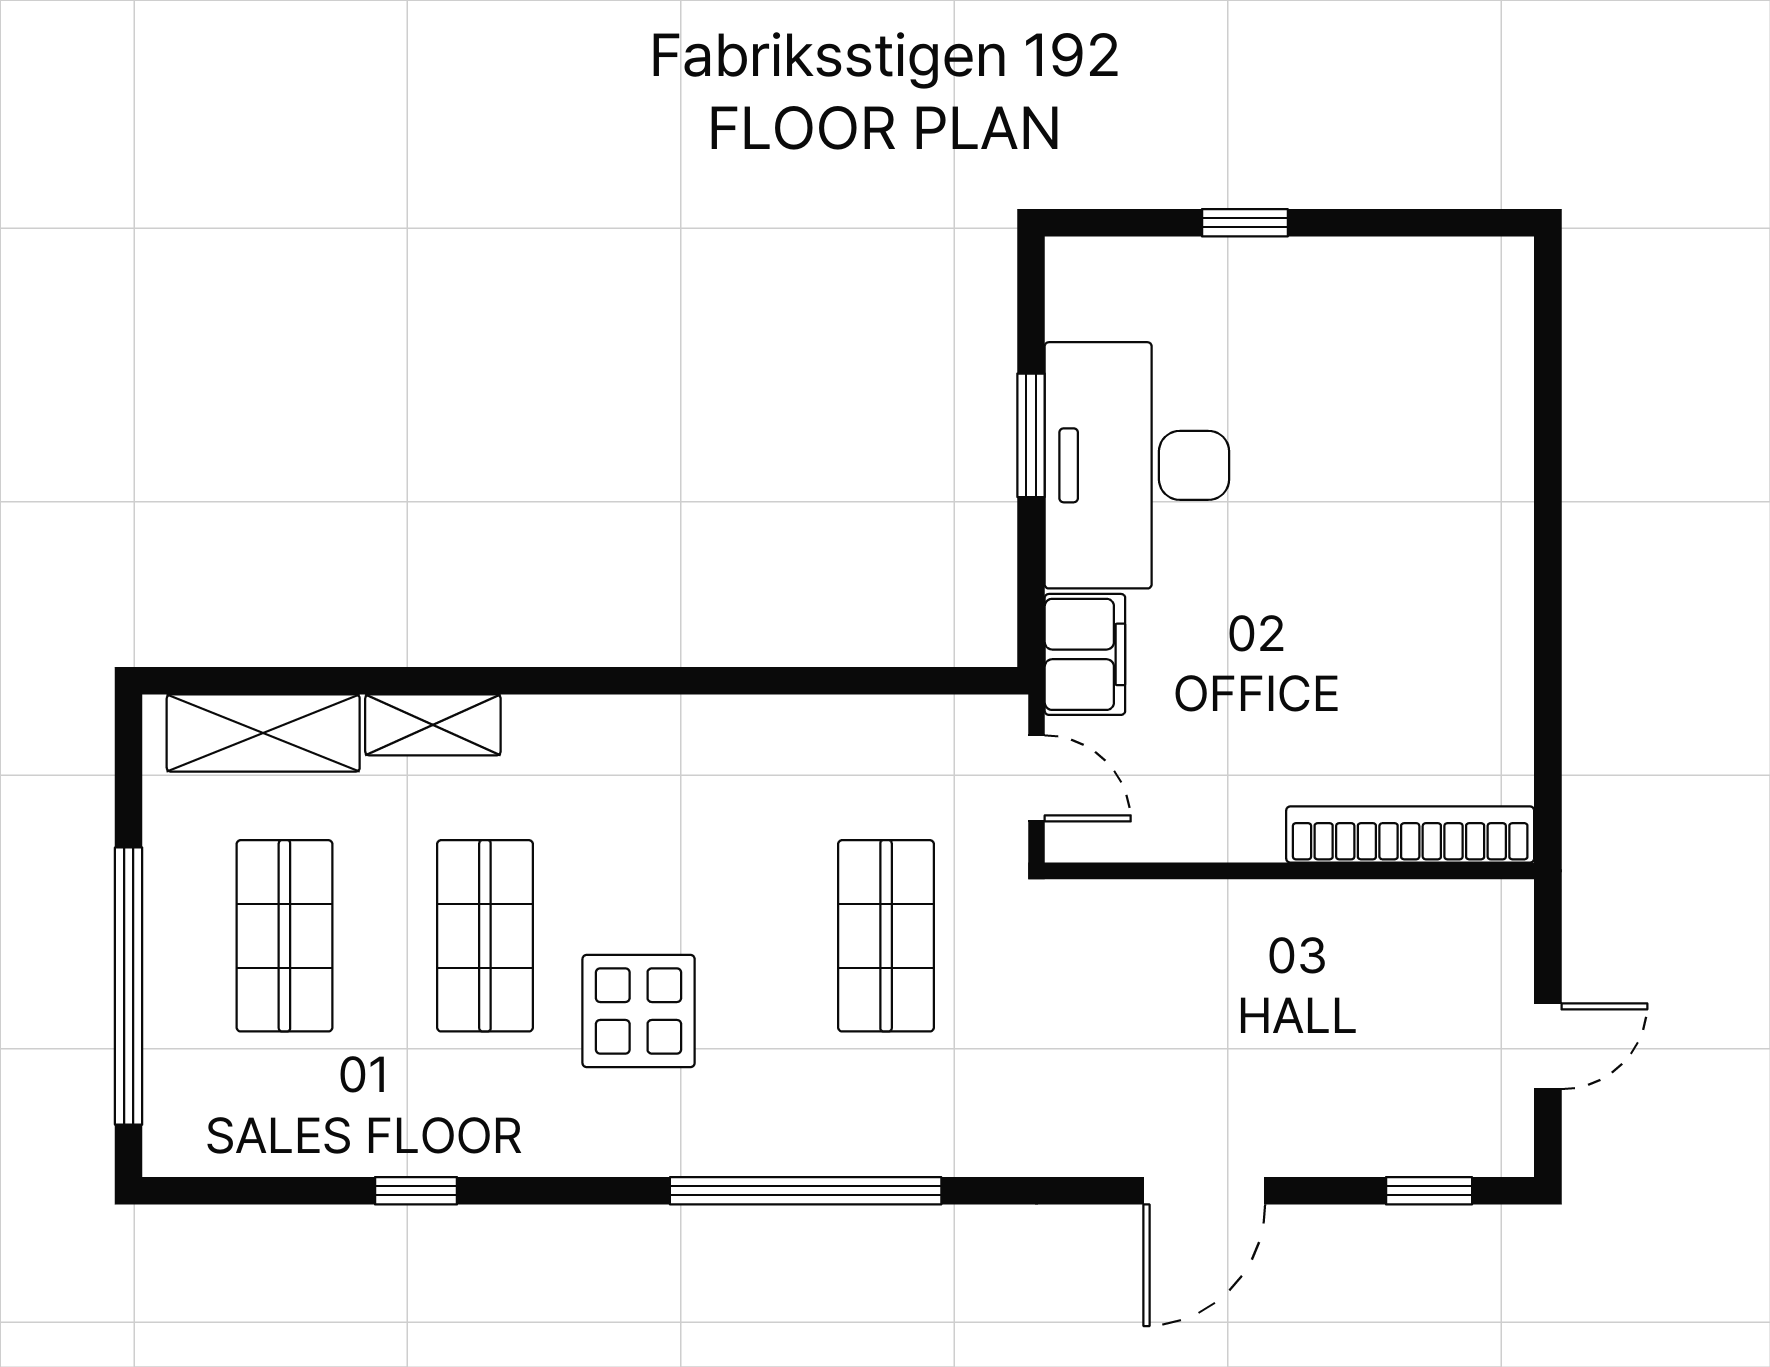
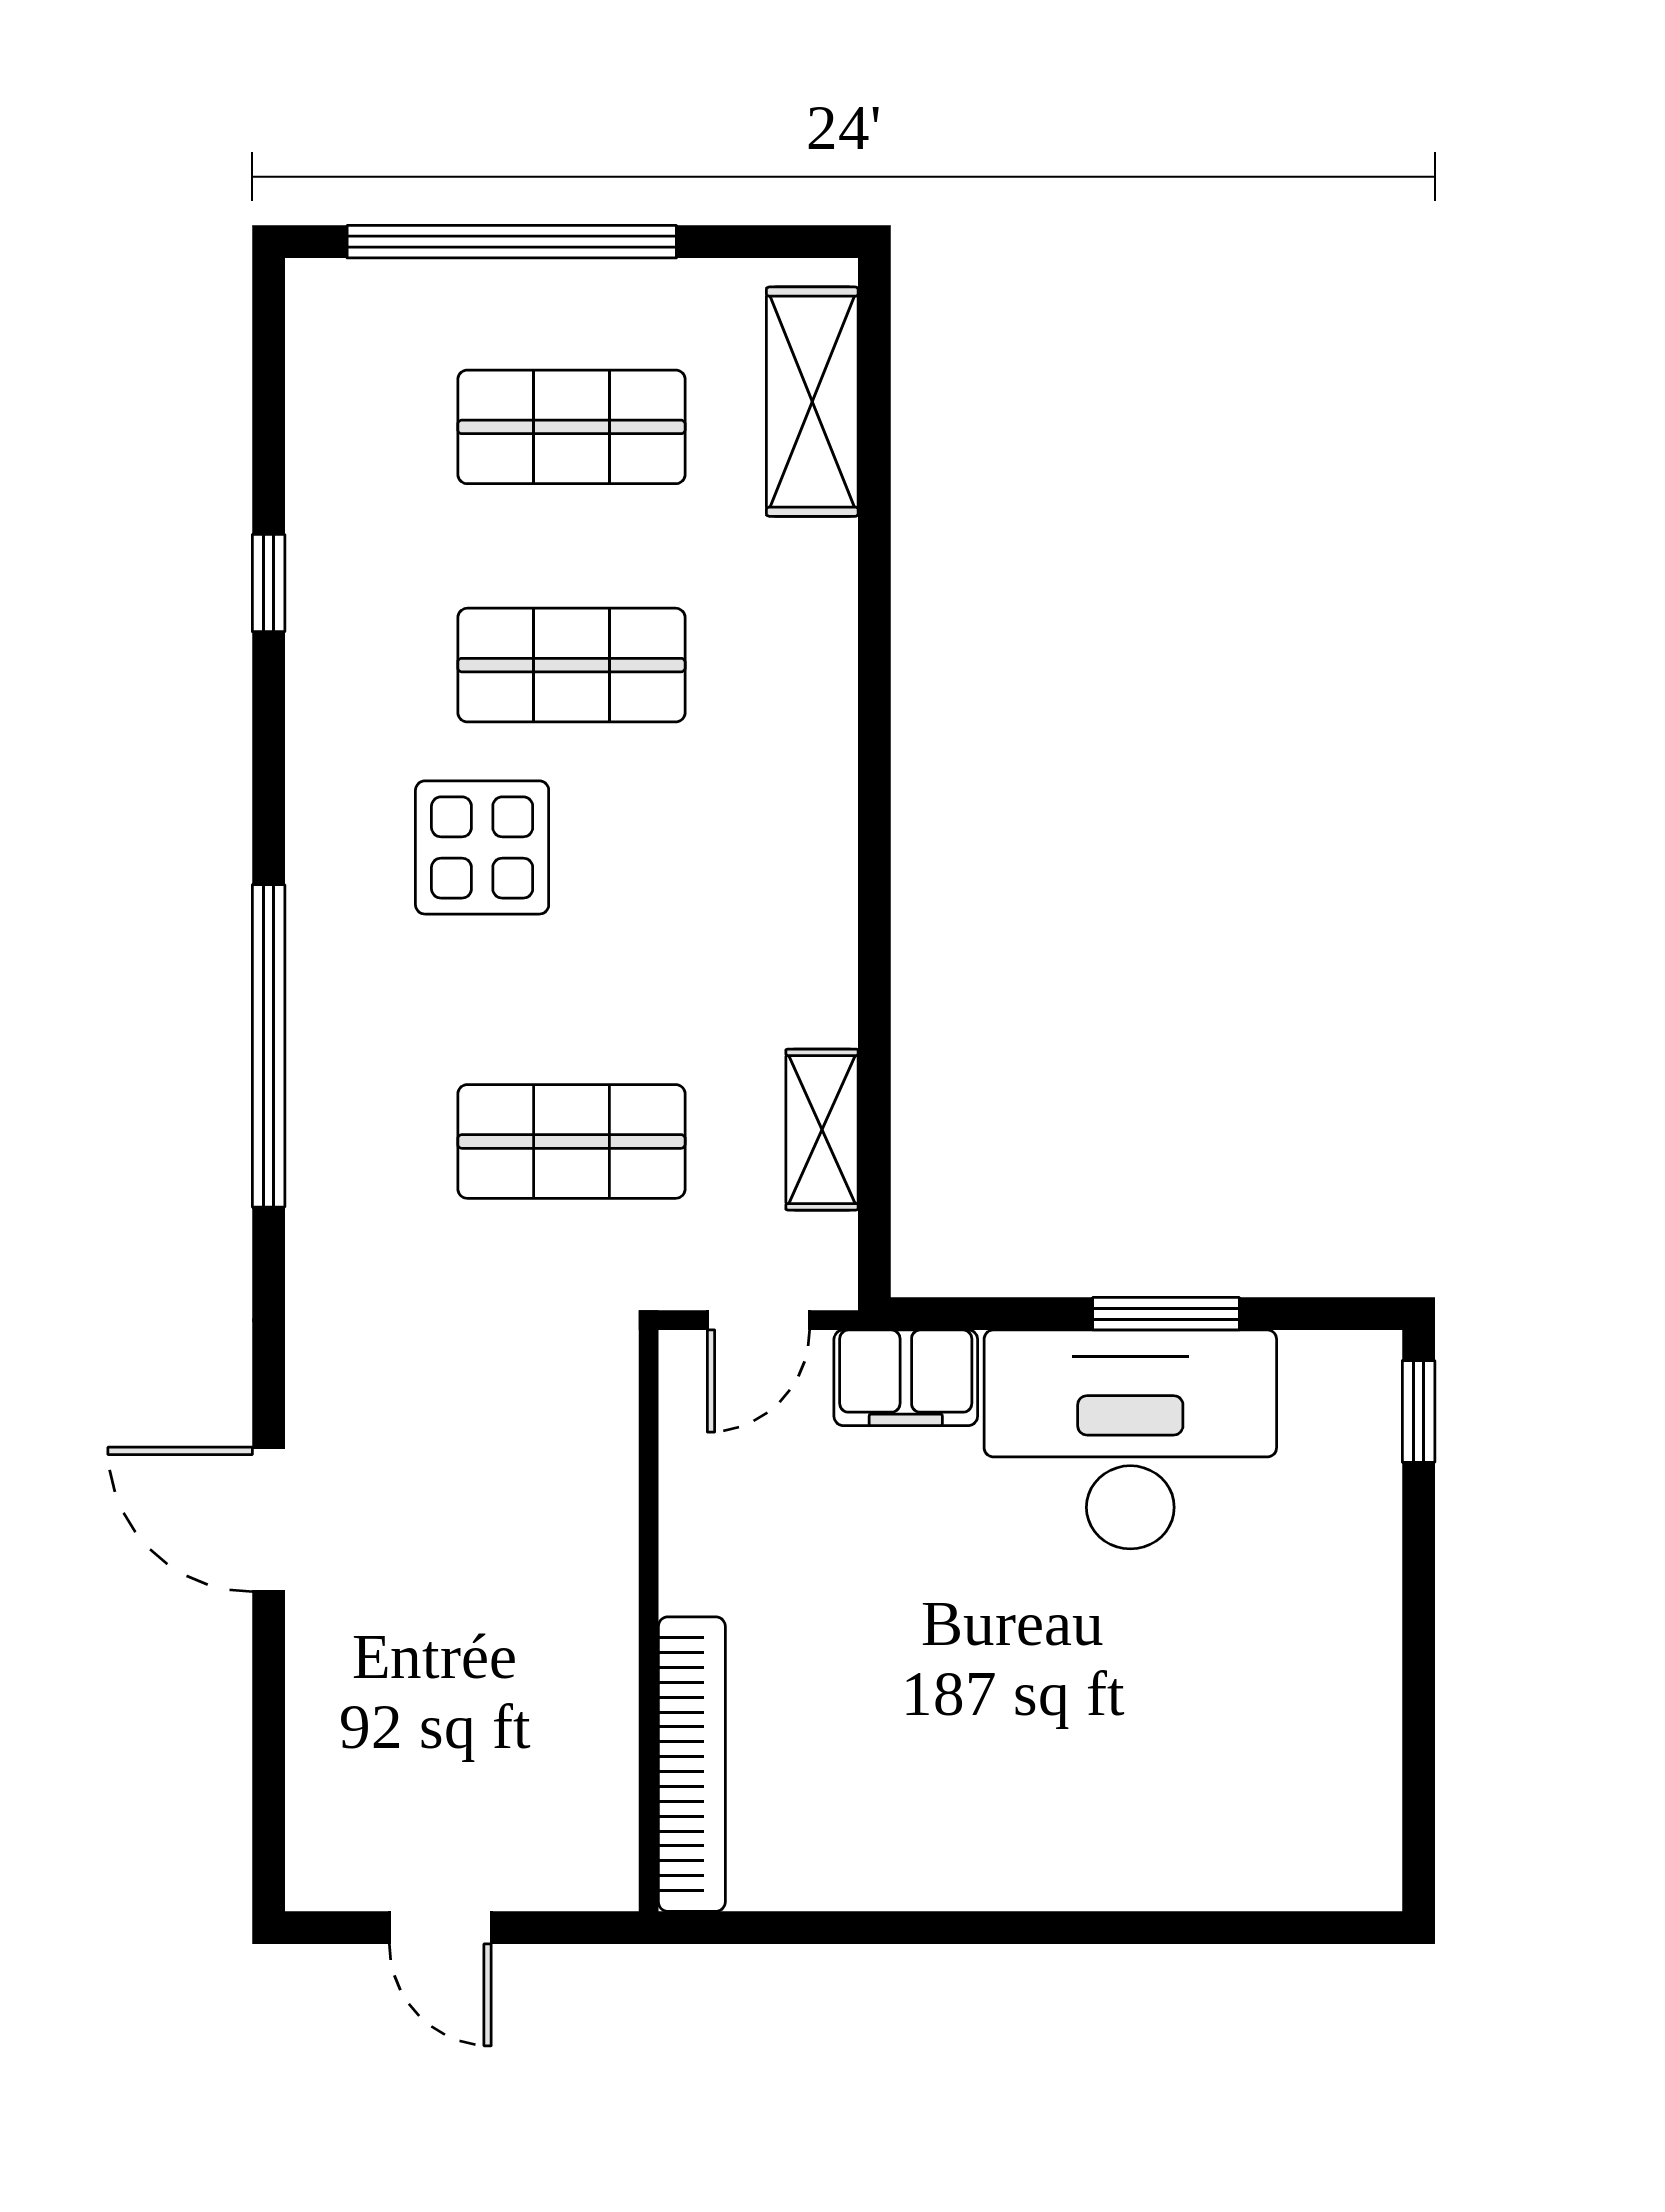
window: (1245, 223) -> (1419, 1411), moved
shelving: (433, 725) -> (822, 1130), moved
window: (1429, 1191) -> (269, 1787), removed

